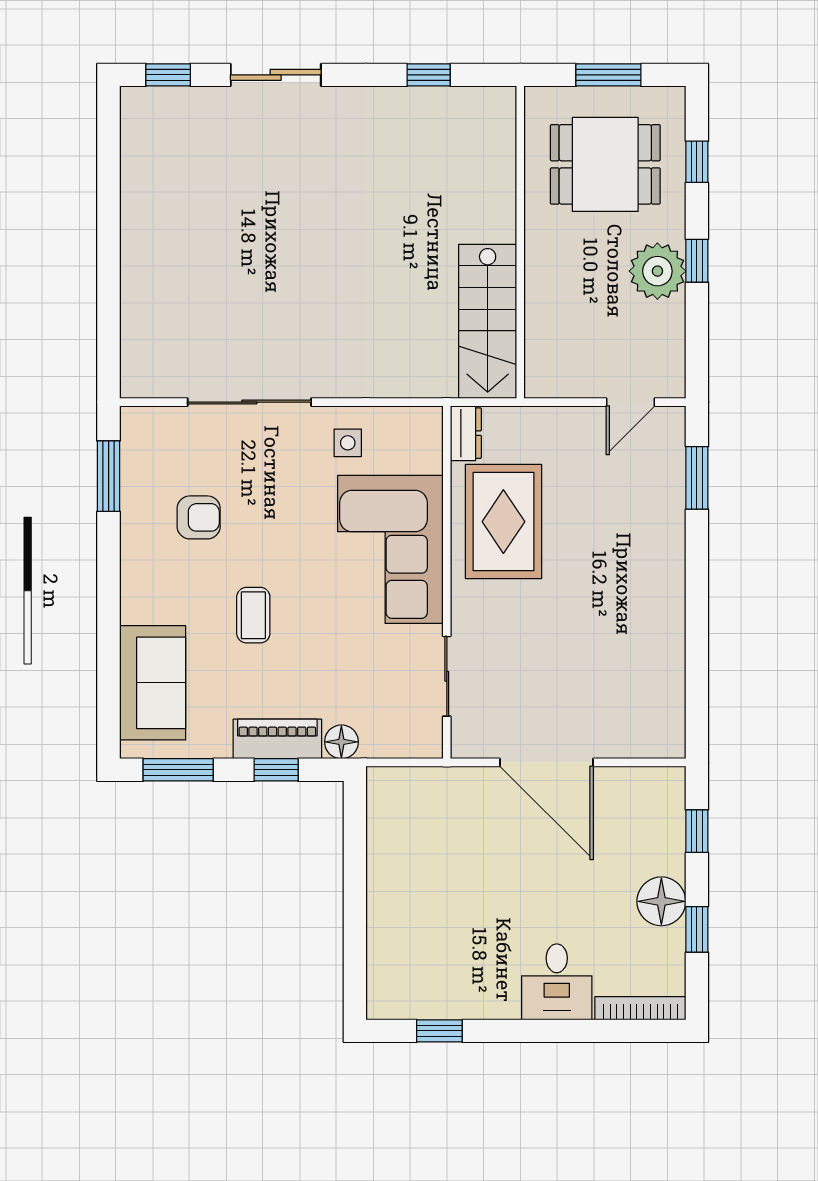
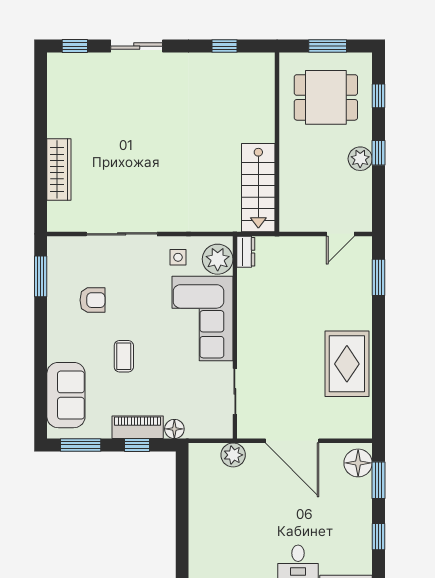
plant: (657, 271) -> (360, 159), width x0.73, depth x0.73
wardrobe: (140, 290) -> (59, 169), added
plant: (417, 446) -> (218, 259), added
rug: (503, 522) -> (347, 364), moved
plant: (444, 787) -> (233, 455), added
window: (697, 831) -> (378, 480), width x1.50
floor lamp: (661, 901) -> (358, 463), moved

